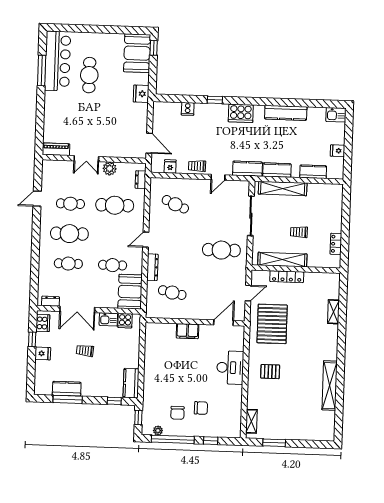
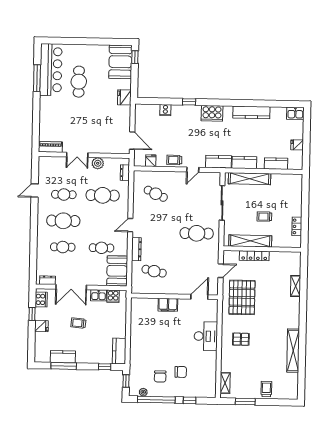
trolley: (298, 429) -> (266, 389), added

